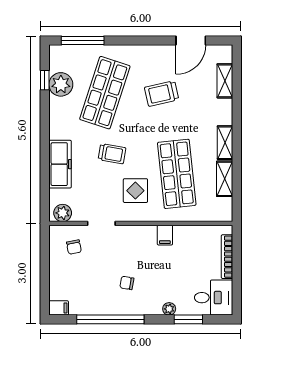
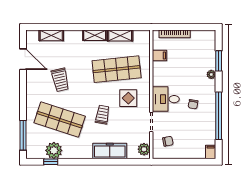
filing cabinet: (165, 235) -> (160, 55), moved
desk: (214, 298) -> (166, 99), moved, turned -90

